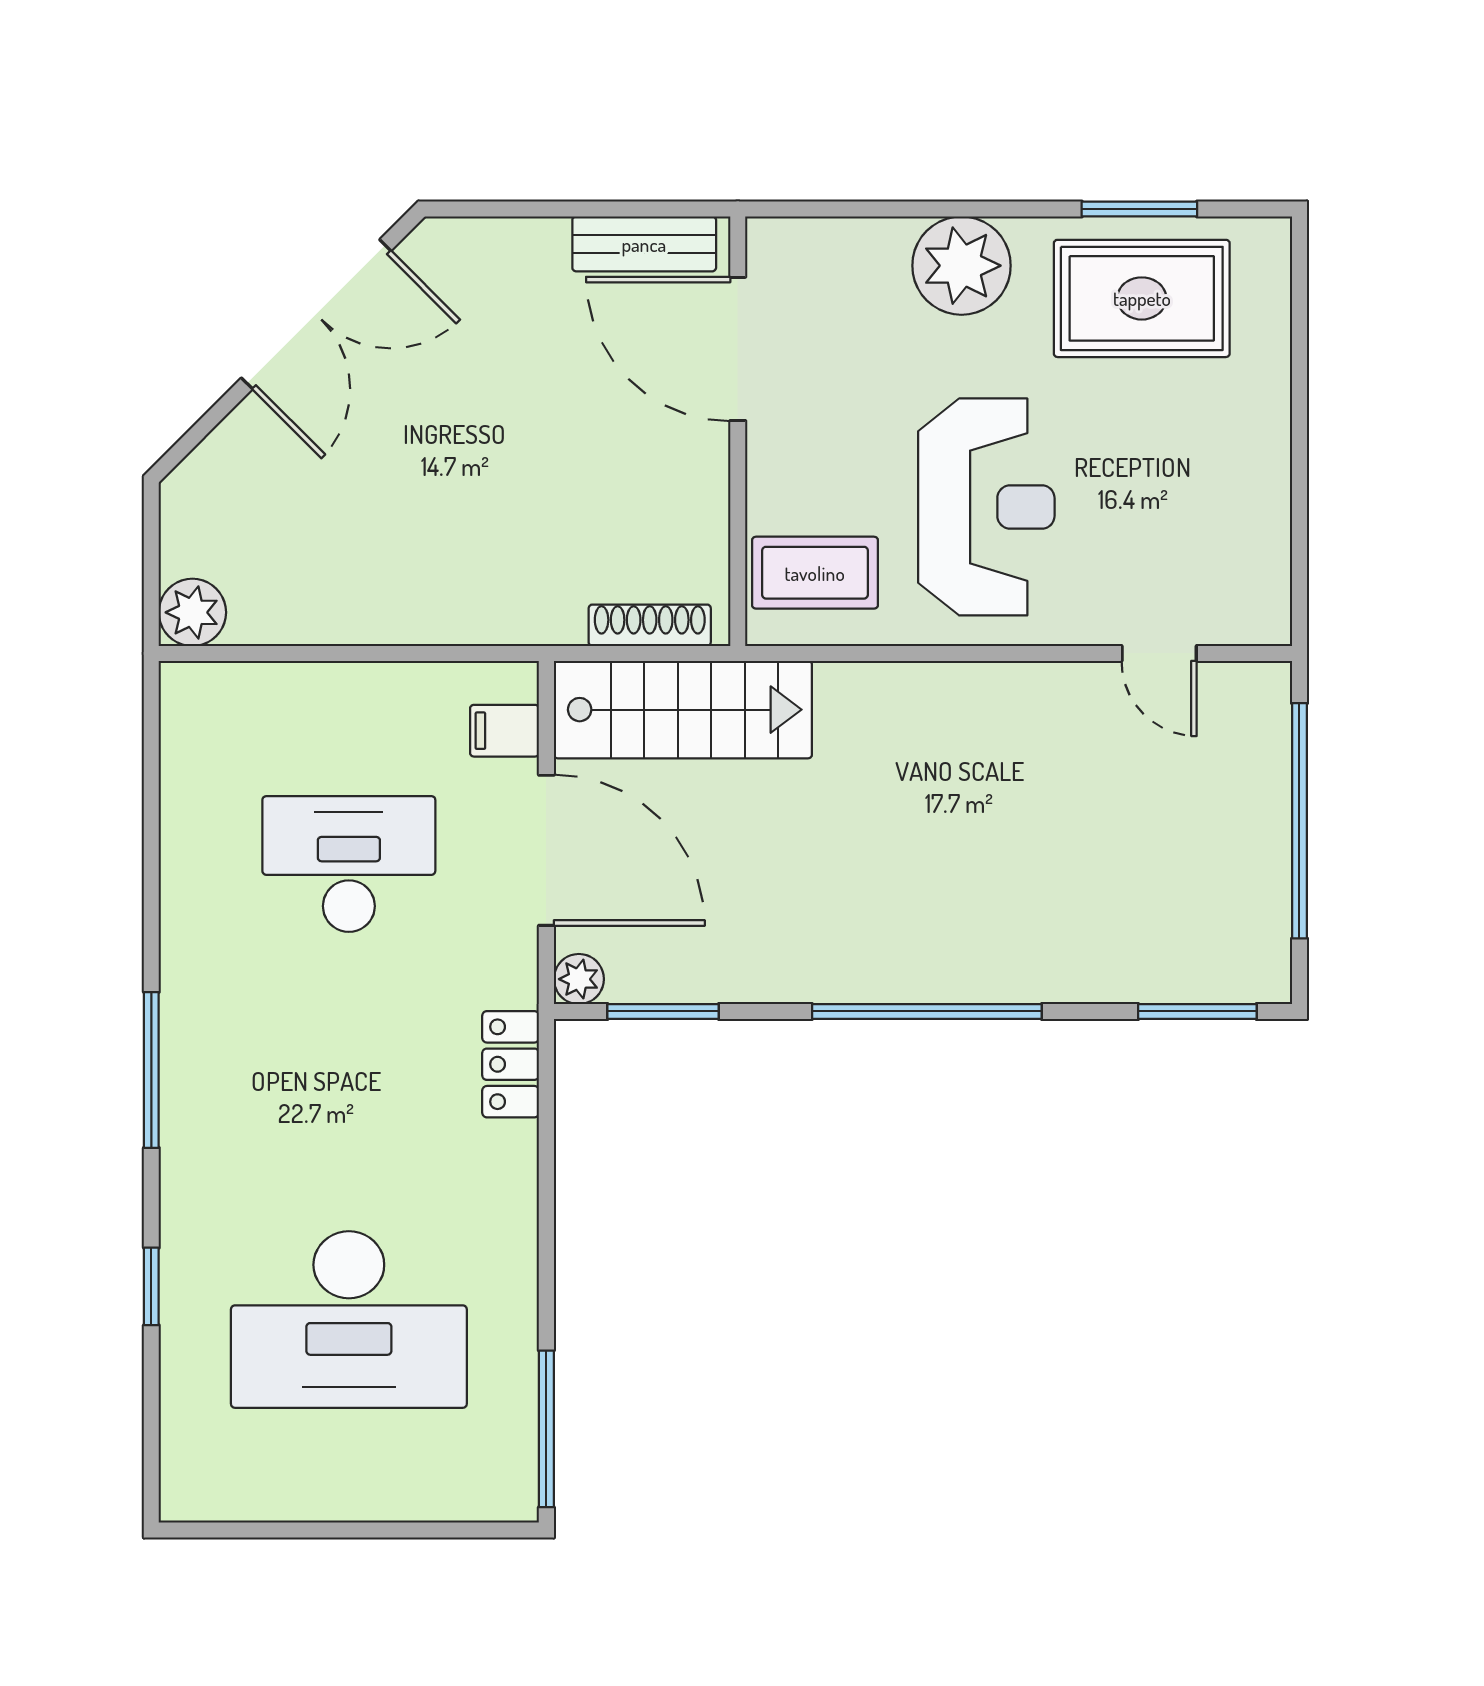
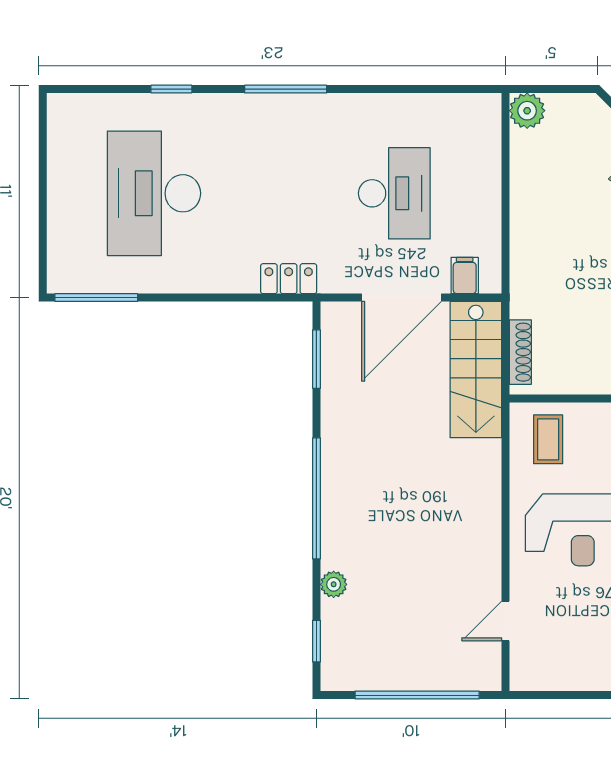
coffee table: (815, 573) -> (548, 439), width x0.73, depth x0.77
plant: (579, 979) -> (334, 584), moved
window: (1197, 1011) -> (316, 641), width x0.67

